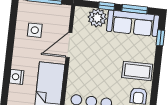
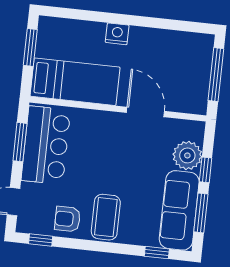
side table: (35, 30) -> (168, 59), removed
nightstand: (17, 77) -> (117, 34), moved

